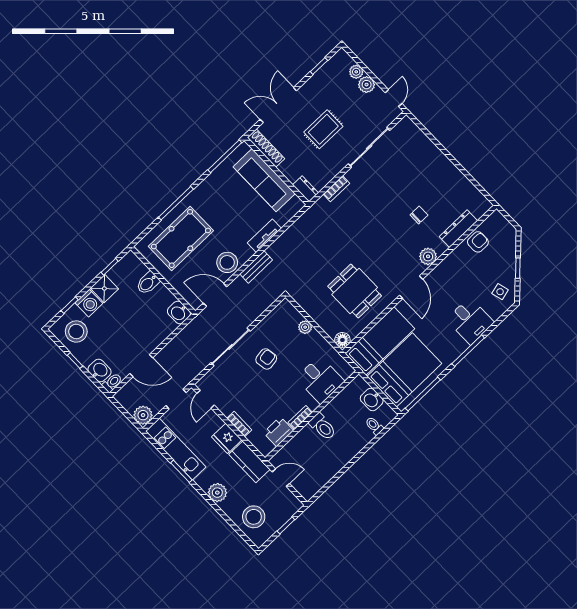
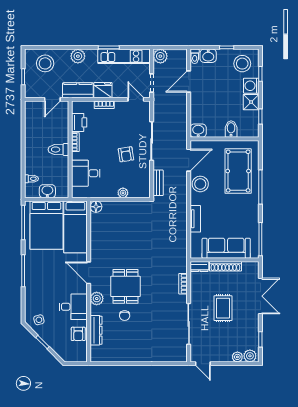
plant: (367, 85) -> (250, 356), moved
shoe rack: (266, 148) -> (225, 266), moved
bench: (256, 267) -> (158, 183), moved
dining table: (355, 291) -> (125, 286), moved, turned 90
desk: (470, 321) -> (73, 307), moved, turned 180

